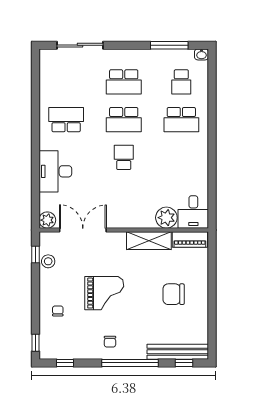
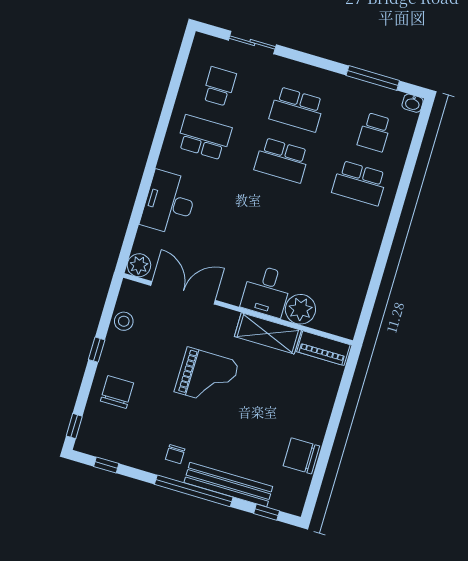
sliding door: (80, 45) -> (252, 43), width x0.73
school desk: (124, 157) -> (219, 86), moved
desk: (193, 212) -> (266, 291), moved
window: (35, 255) -> (97, 350), moved
grand piano: (104, 293) -> (207, 377), moved
chair: (174, 294) -> (301, 456), moved
chair: (58, 311) -> (117, 392), width x1.87, depth x1.87
bench: (178, 352) -> (228, 485), moved

